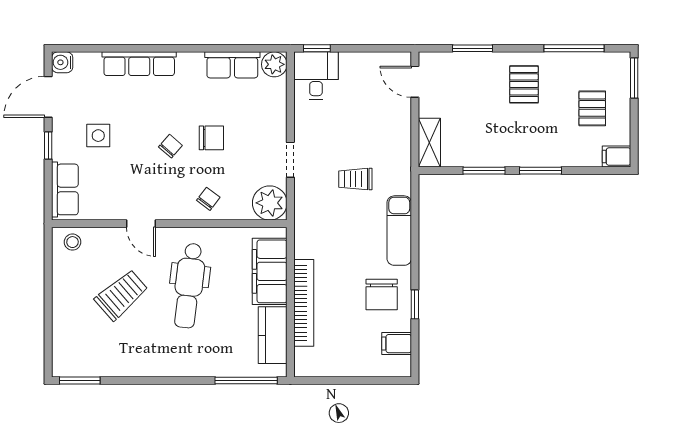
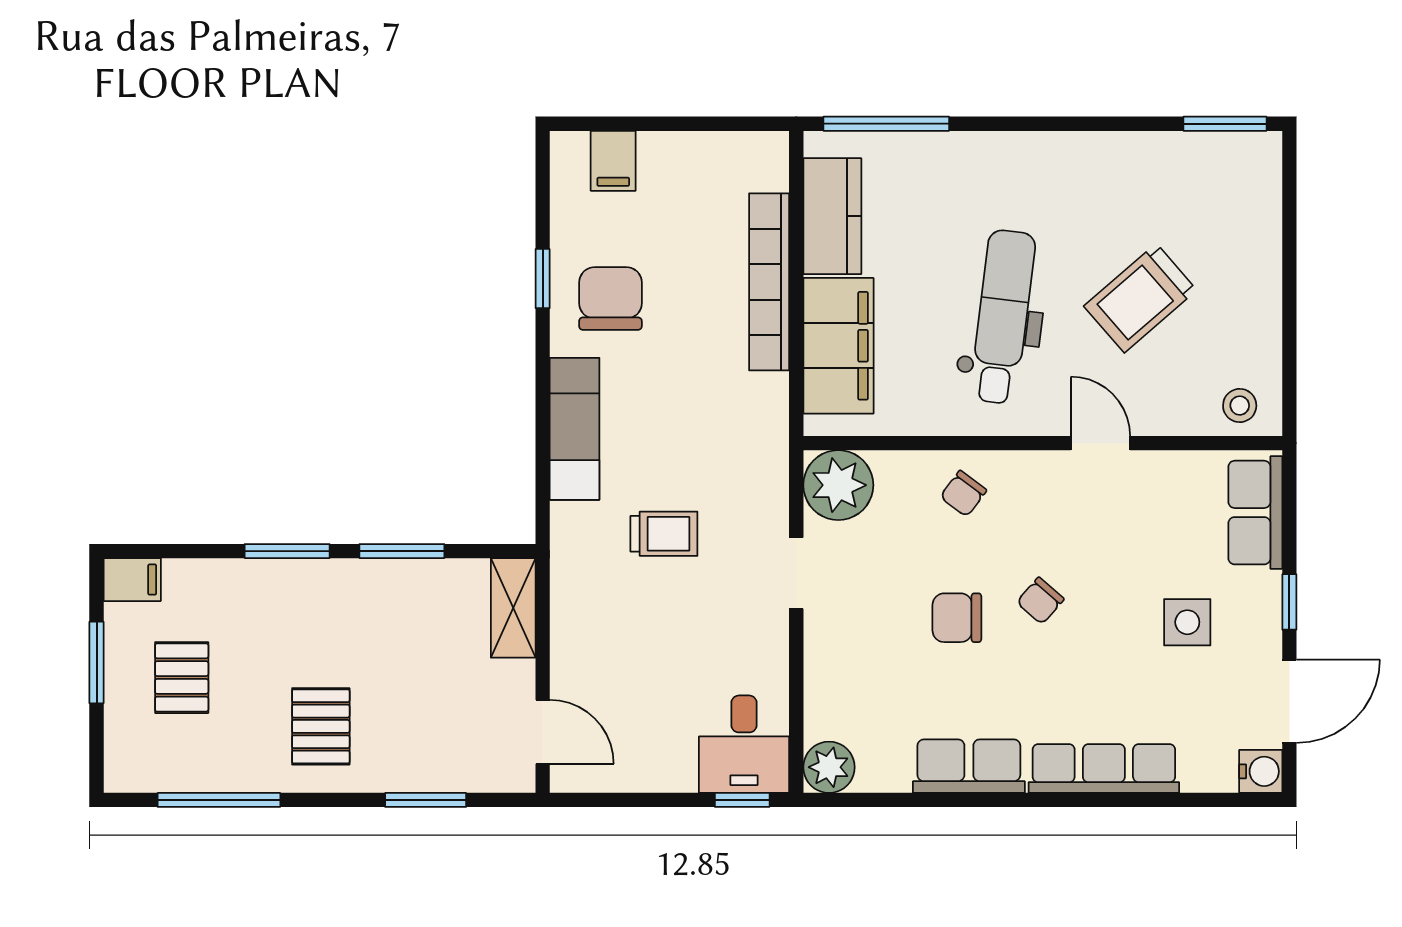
row of seats: (232, 65) -> (969, 766), moved
window: (634, 78) -> (97, 662), moved
filing cabinet: (397, 344) -> (613, 161), moved, turned 90

